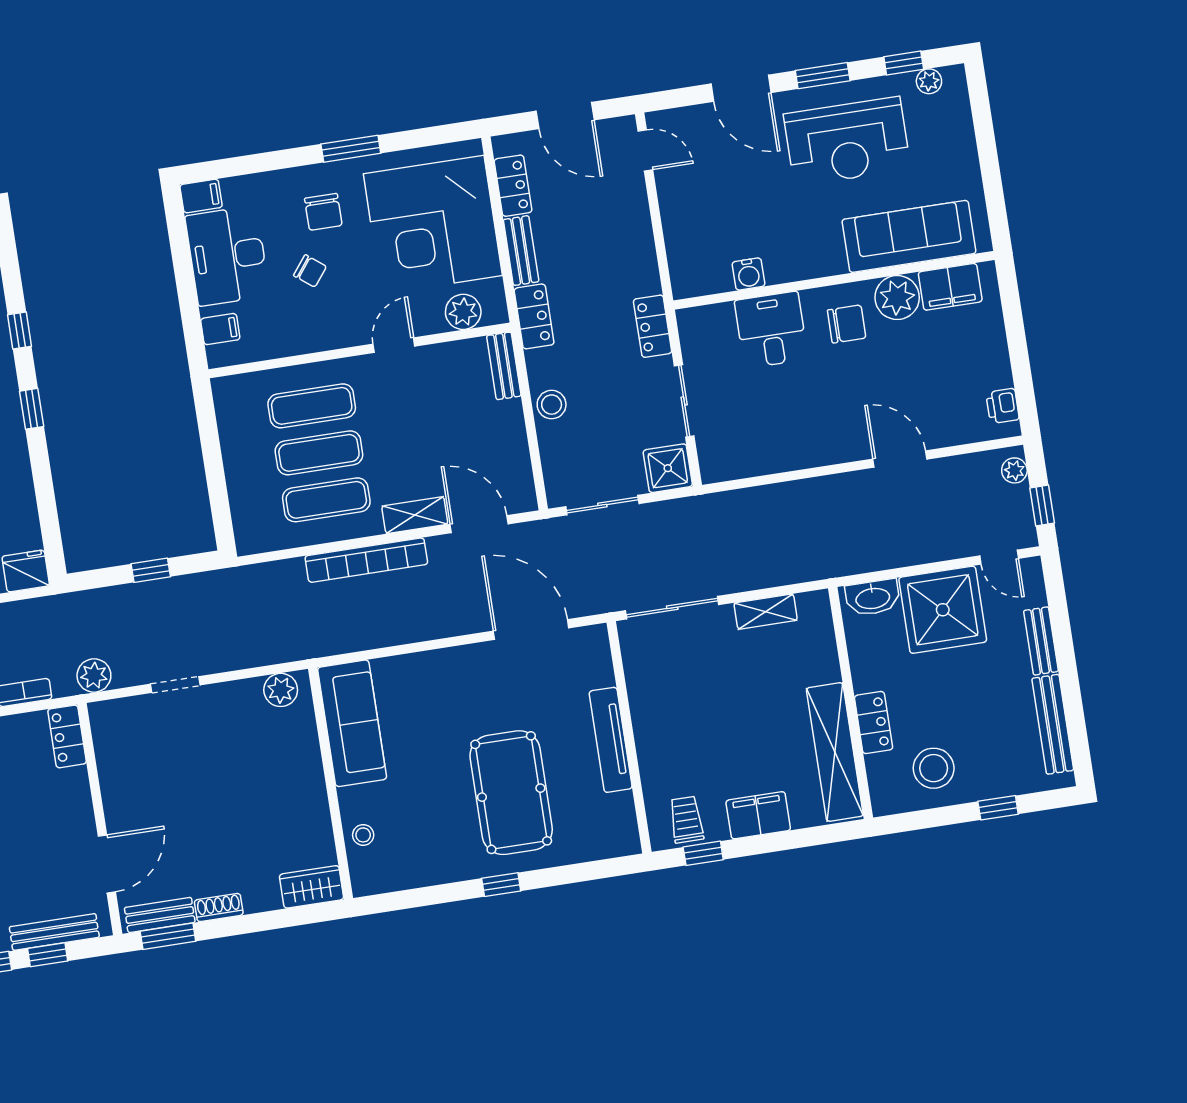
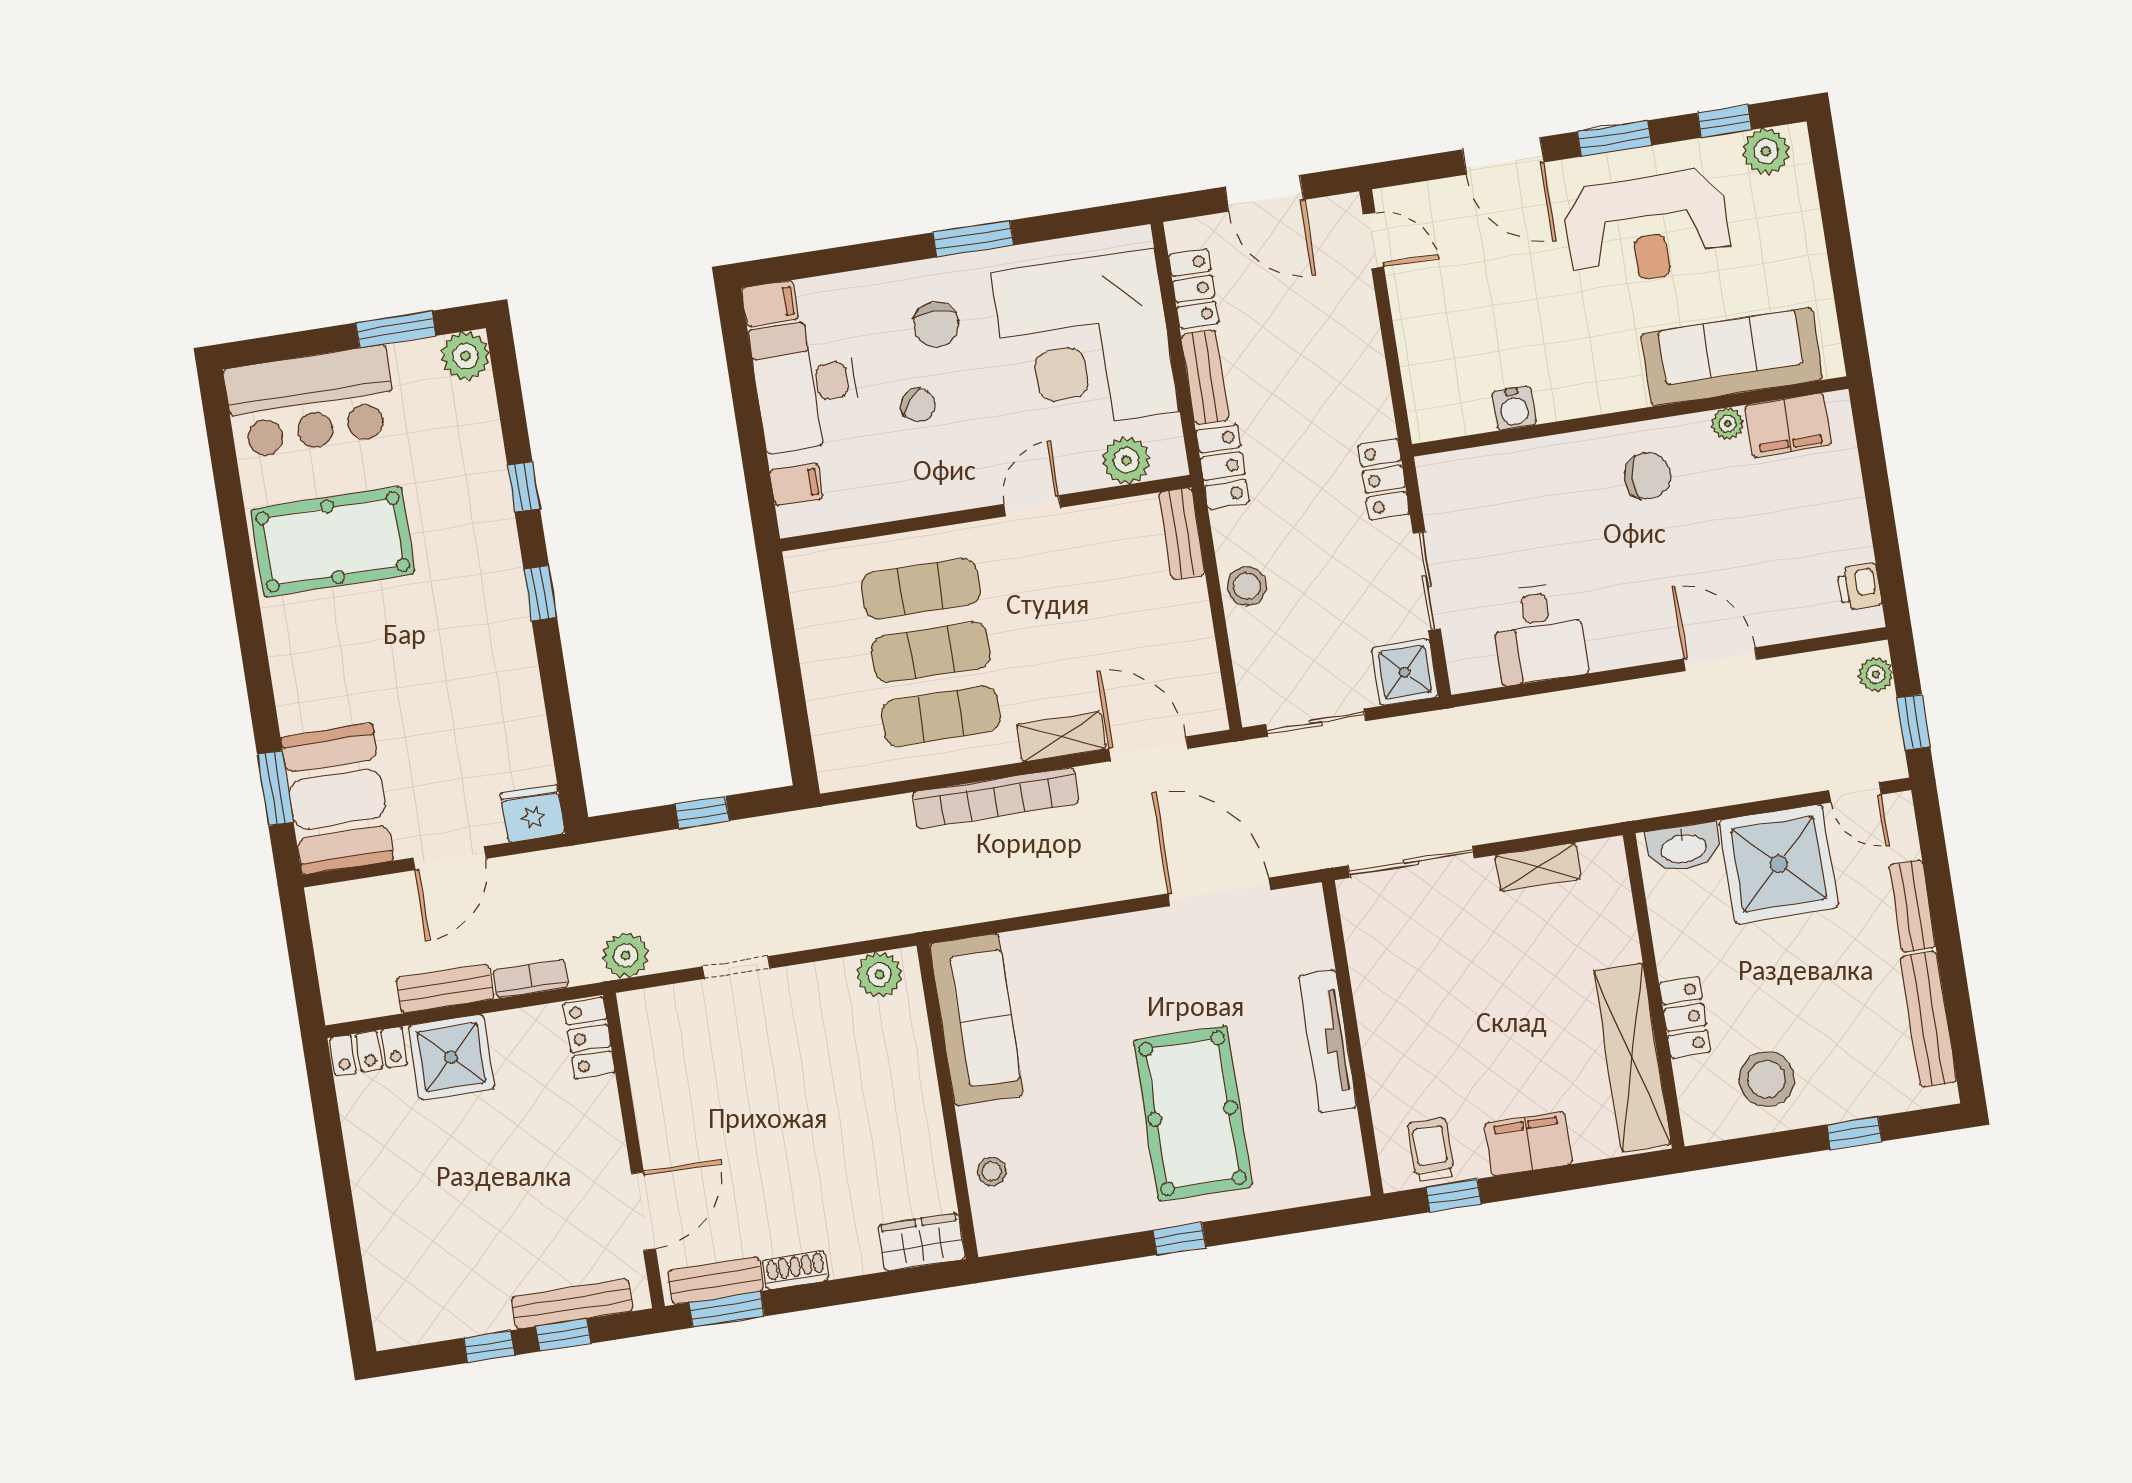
plant: (929, 81) -> (1766, 151), width x1.38, depth x1.38
plant: (897, 297) -> (1728, 424), width x0.53, depth x0.53
desk: (771, 330) -> (1539, 633), moved, turned 180

